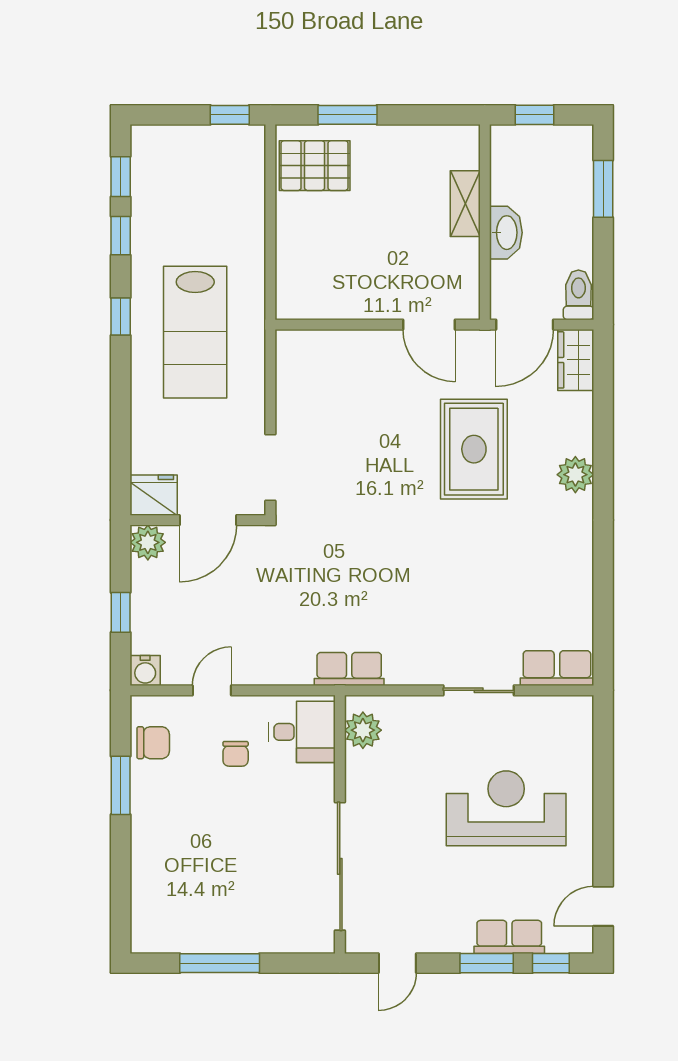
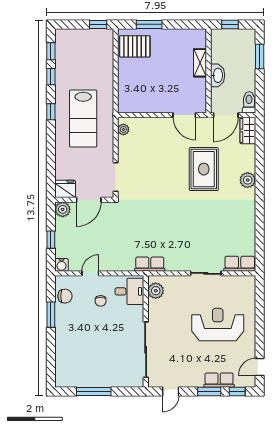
plant: (288, 358) -> (123, 129), added

